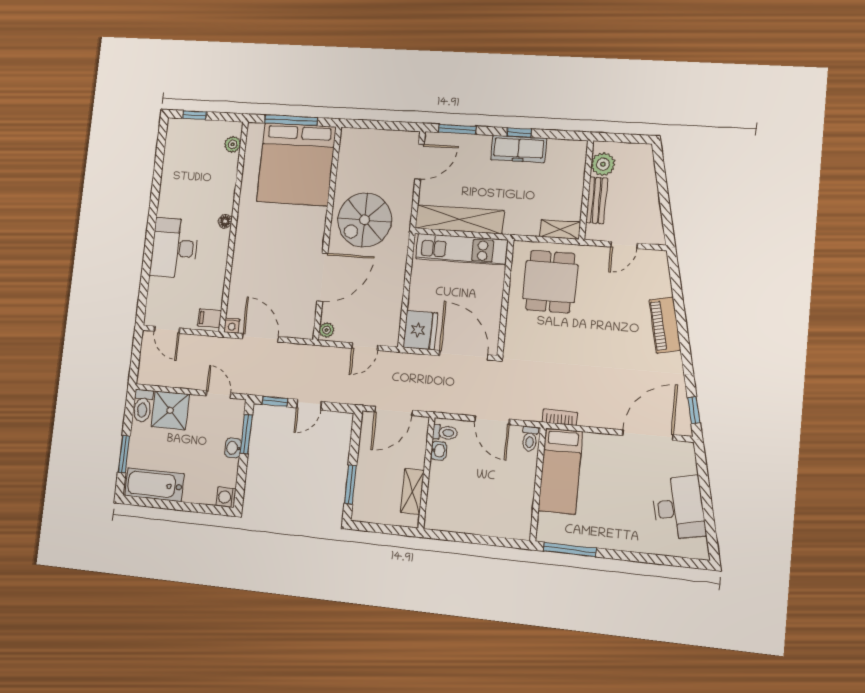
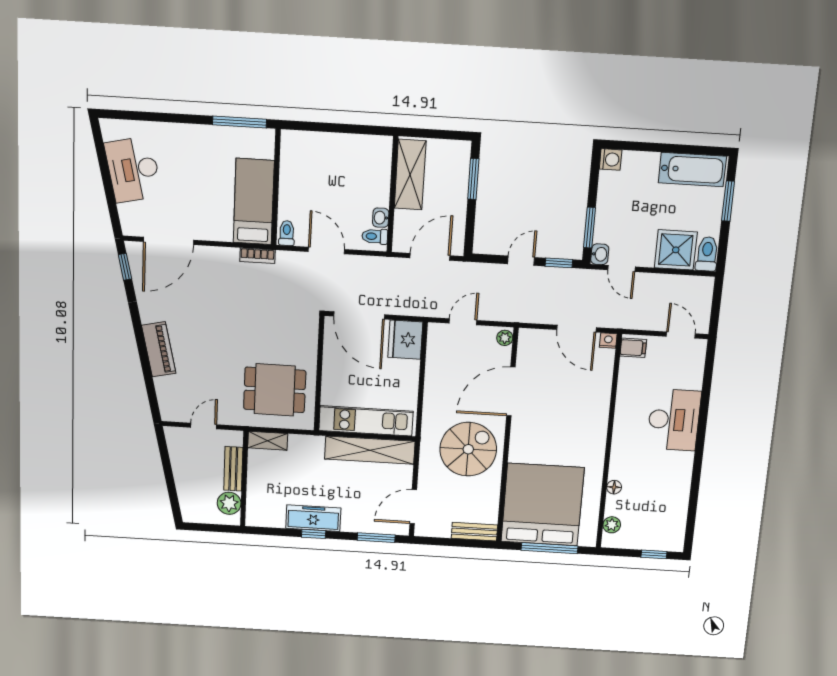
bench: (362, 136) -> (474, 532), added
floor lamp: (225, 221) -> (614, 487), moved
dining table: (550, 282) -> (275, 390), turned 90
washbasin: (233, 448) -> (600, 254), moved
shelving: (412, 491) -> (410, 175), width x1.50, depth x1.33

